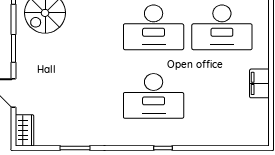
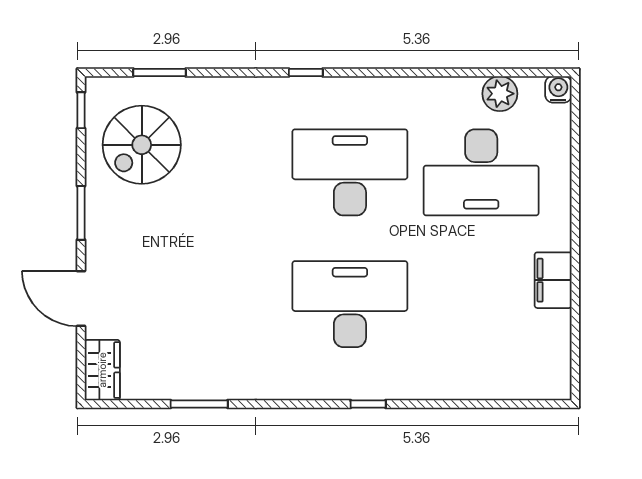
desk: (154, 27) -> (350, 172), turned 180
desk: (154, 96) -> (350, 304), turned 180

